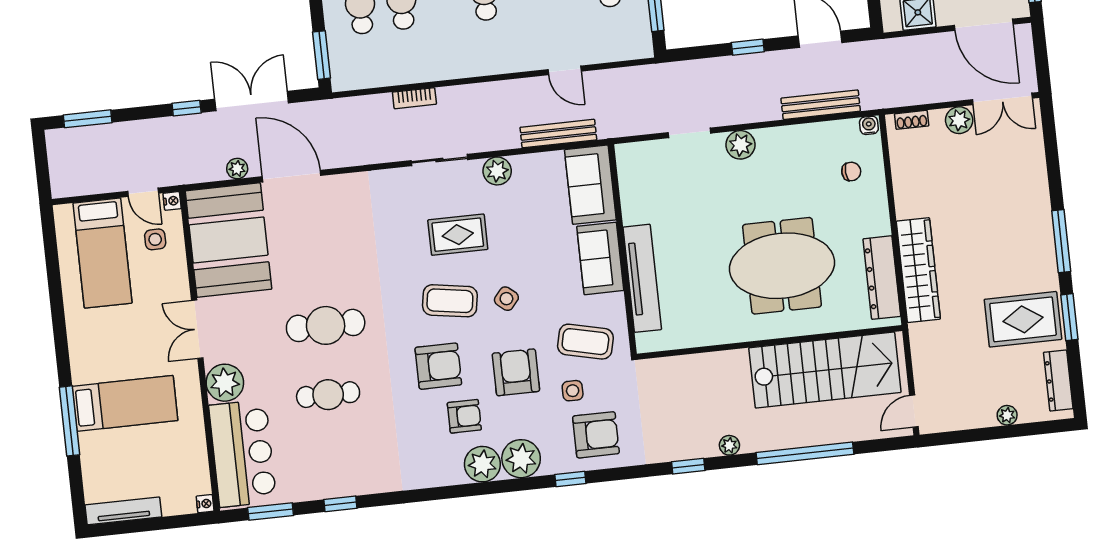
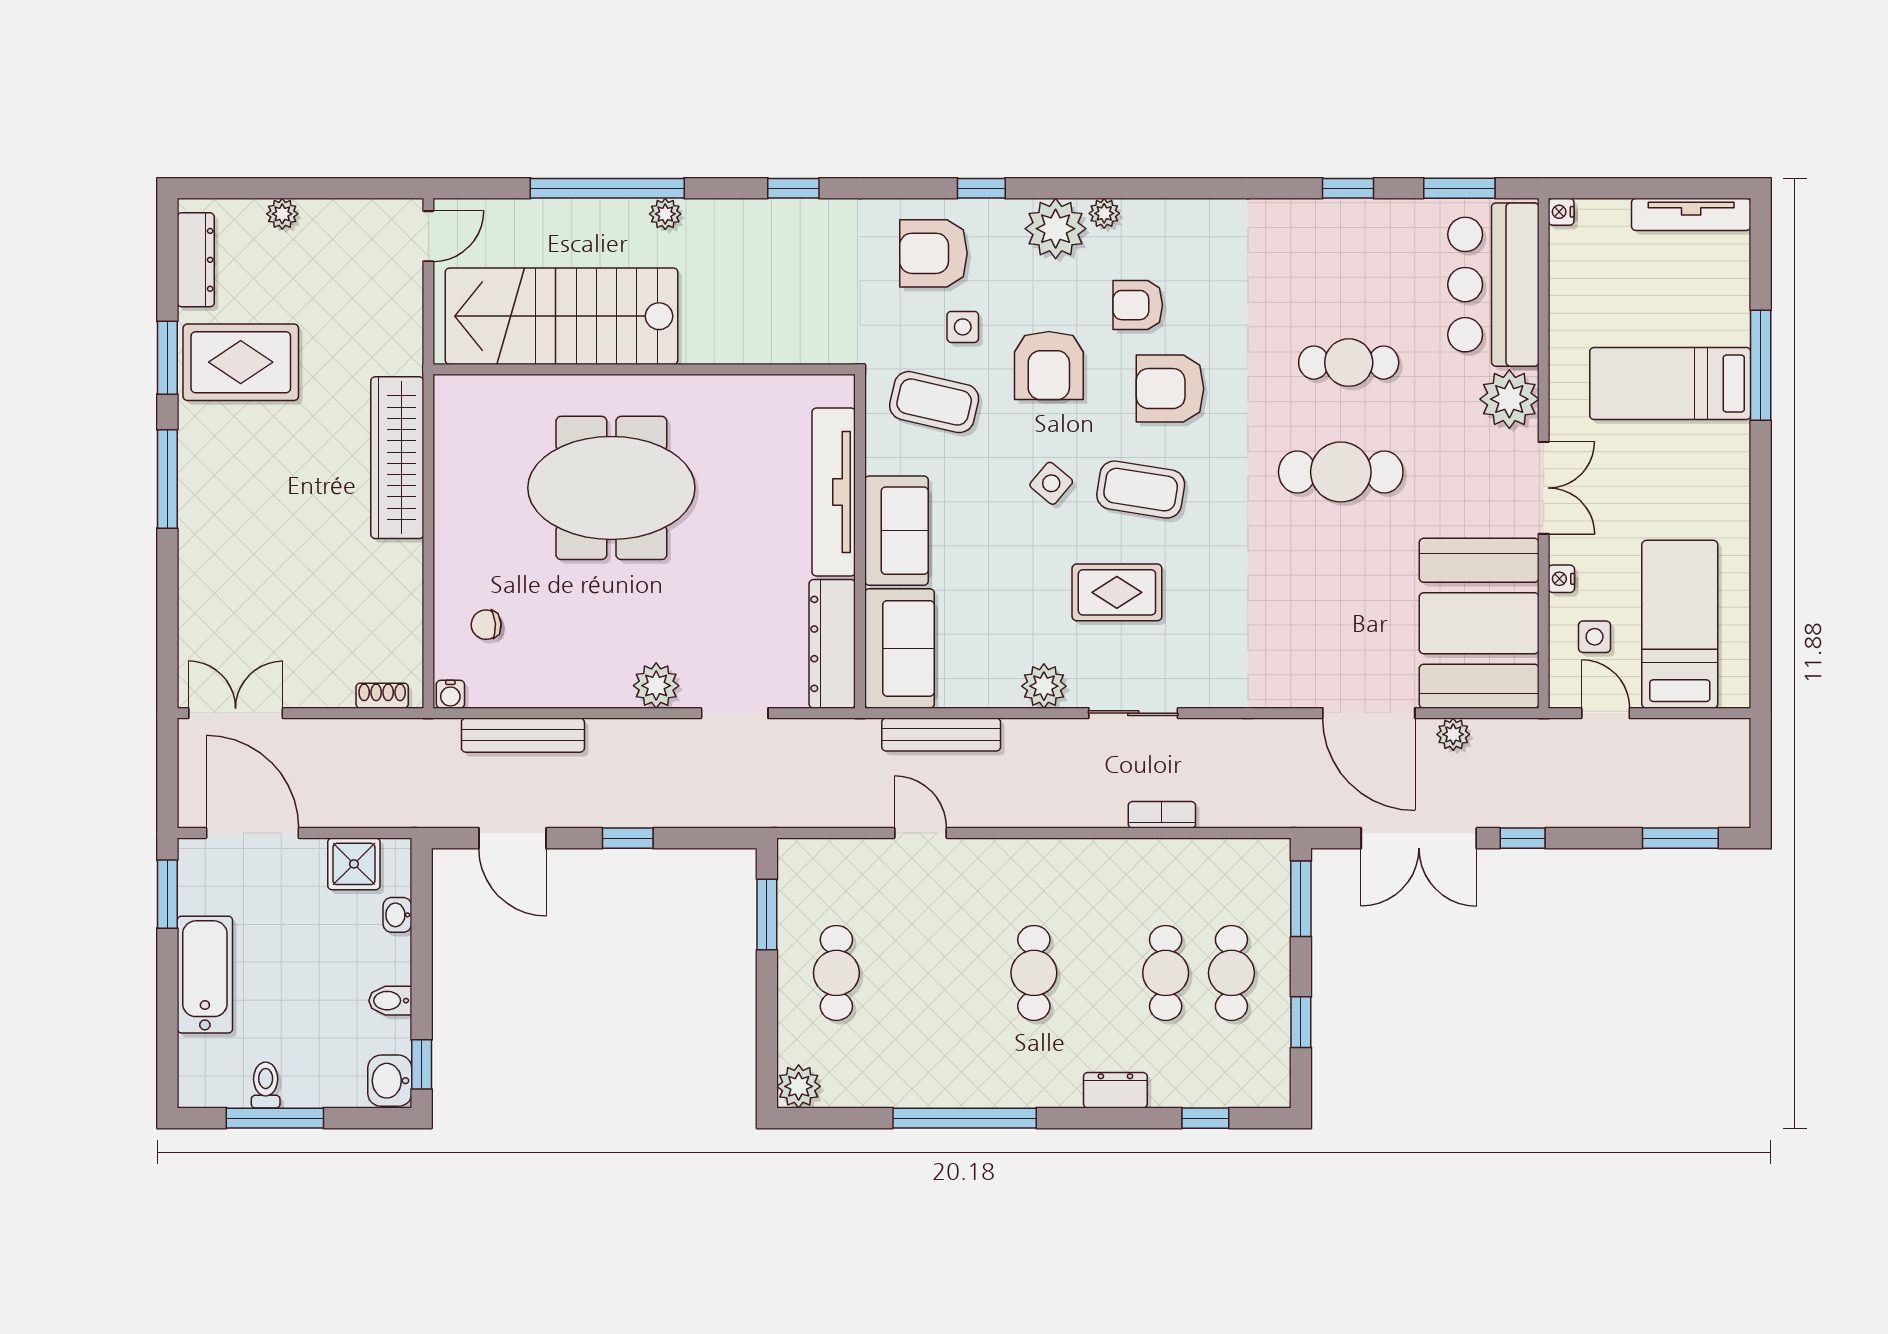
plant: (959, 120) -> (307, 687), removed
nightstand: (172, 201) -> (1561, 579), moved
dresser: (882, 278) -> (832, 644), moved, turned 180
plant: (729, 445) -> (665, 214), moved
plant: (482, 464) -> (1104, 213), width x0.53, depth x0.53

